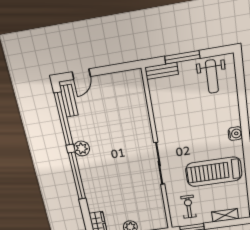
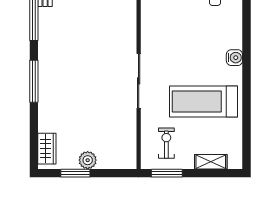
plant: (82, 148) -> (47, 47), removed
window: (77, 176) -> (34, 81), width x0.68

